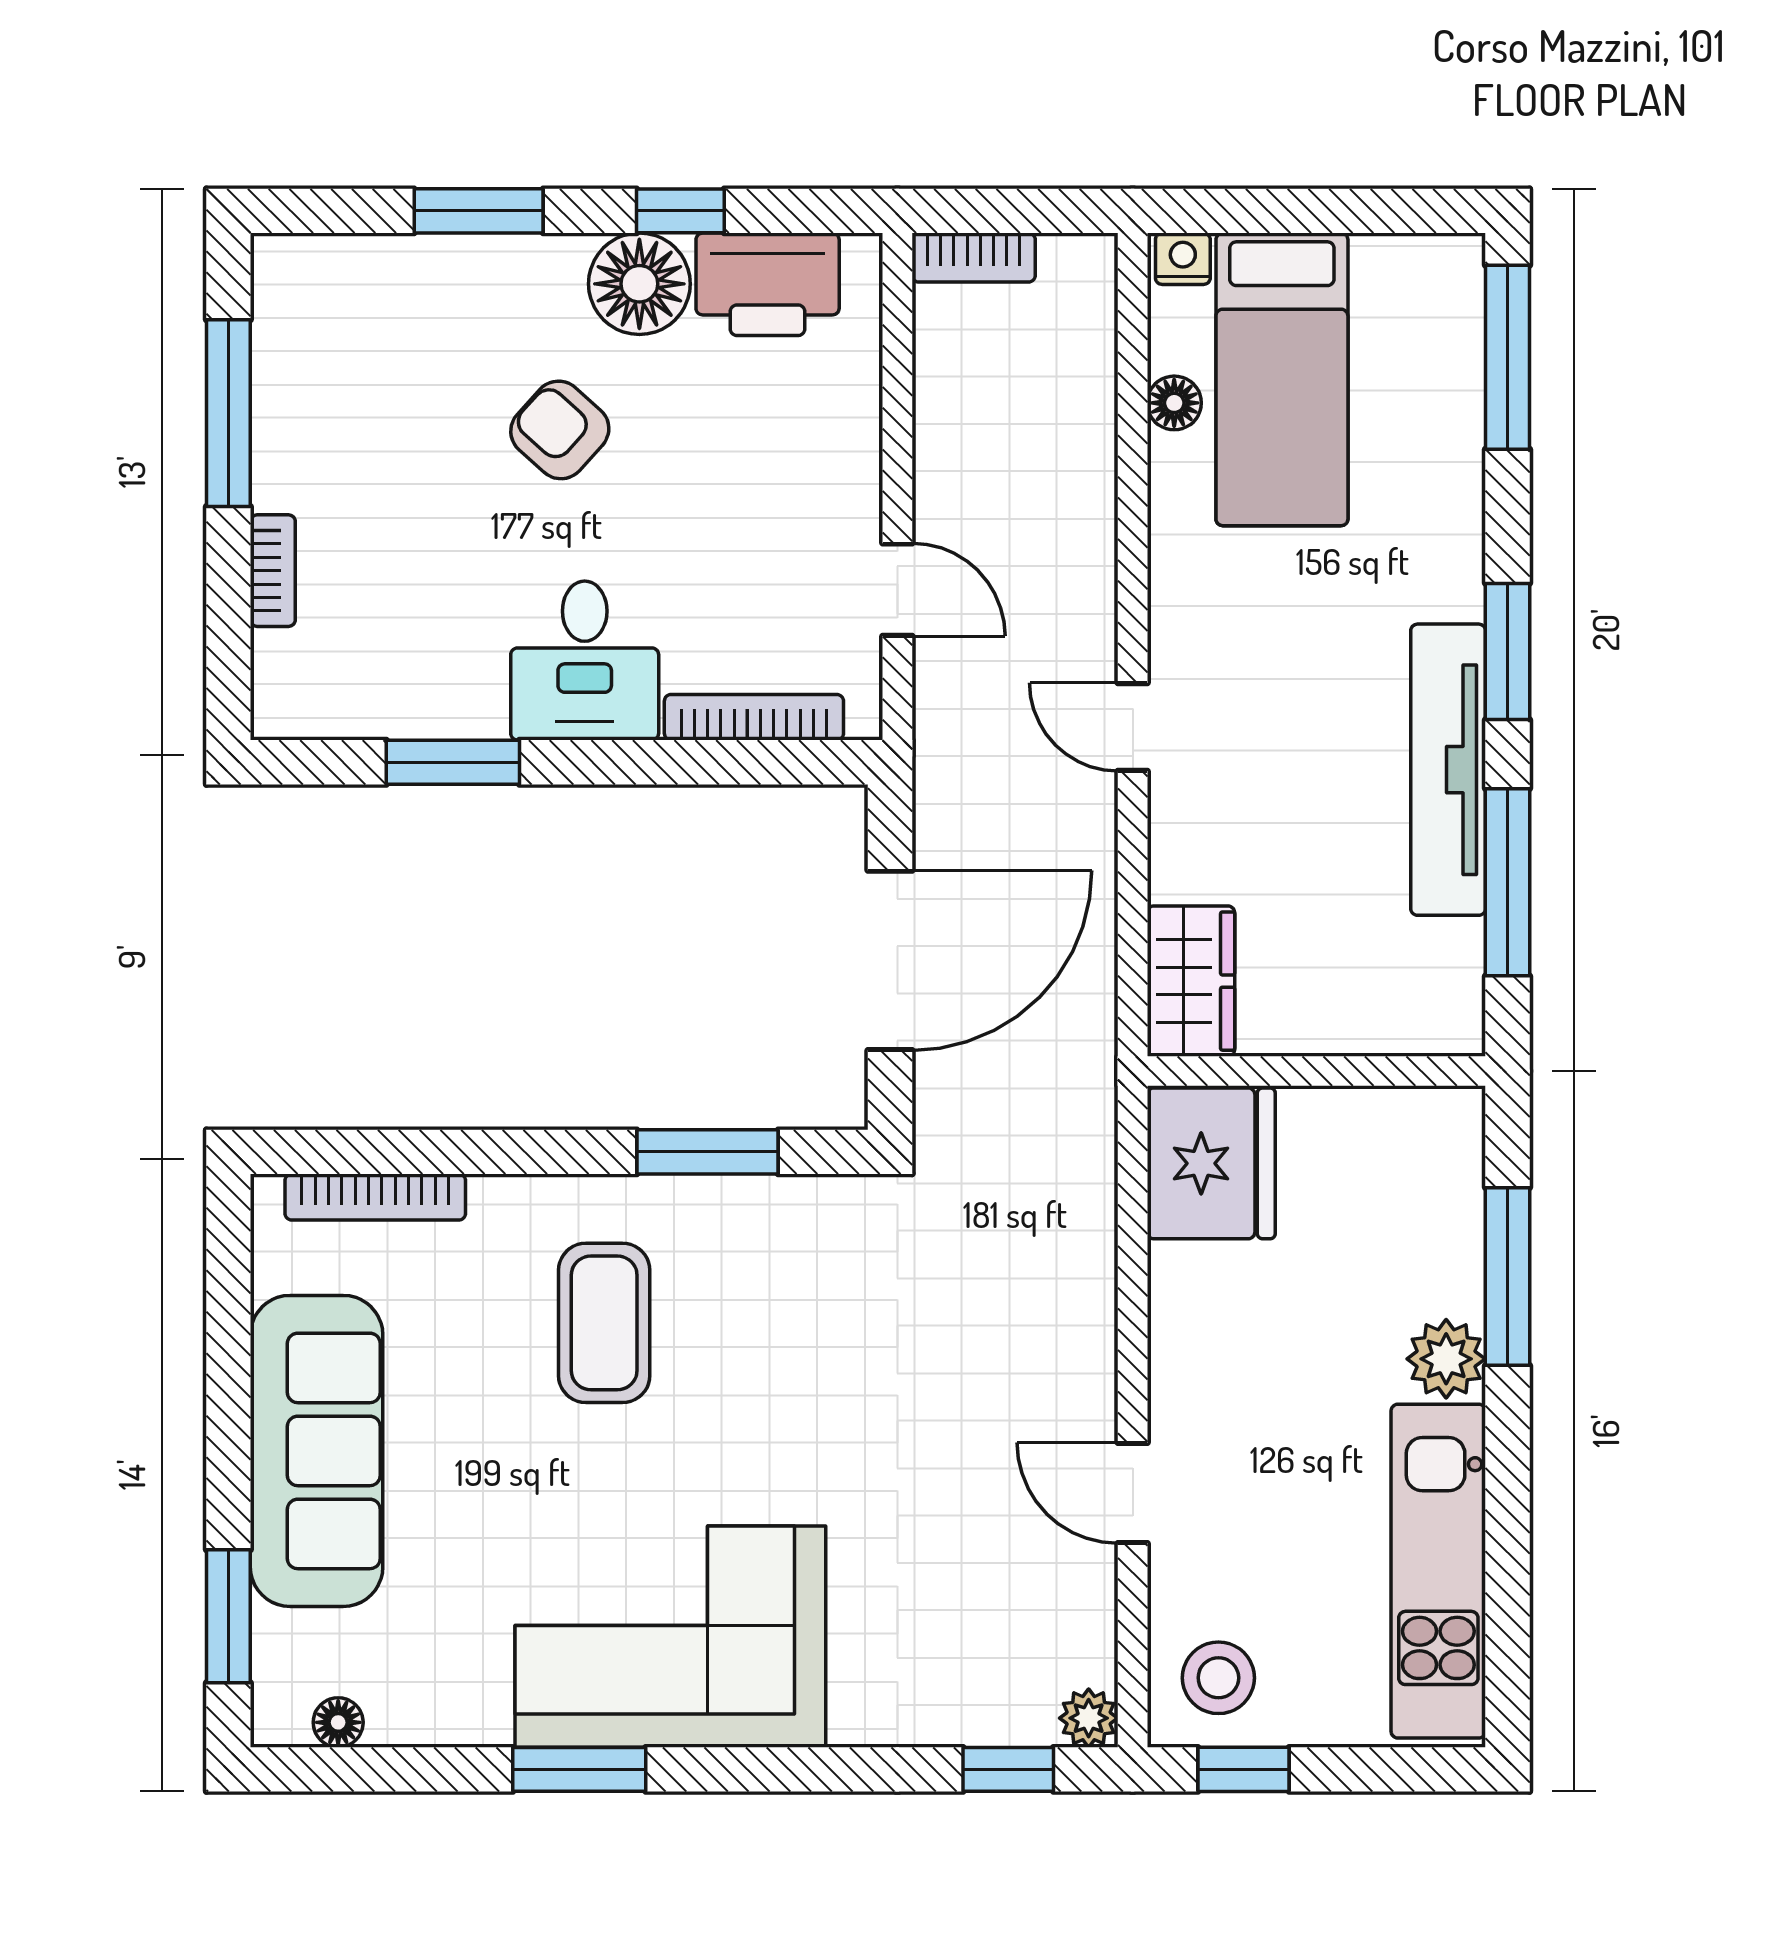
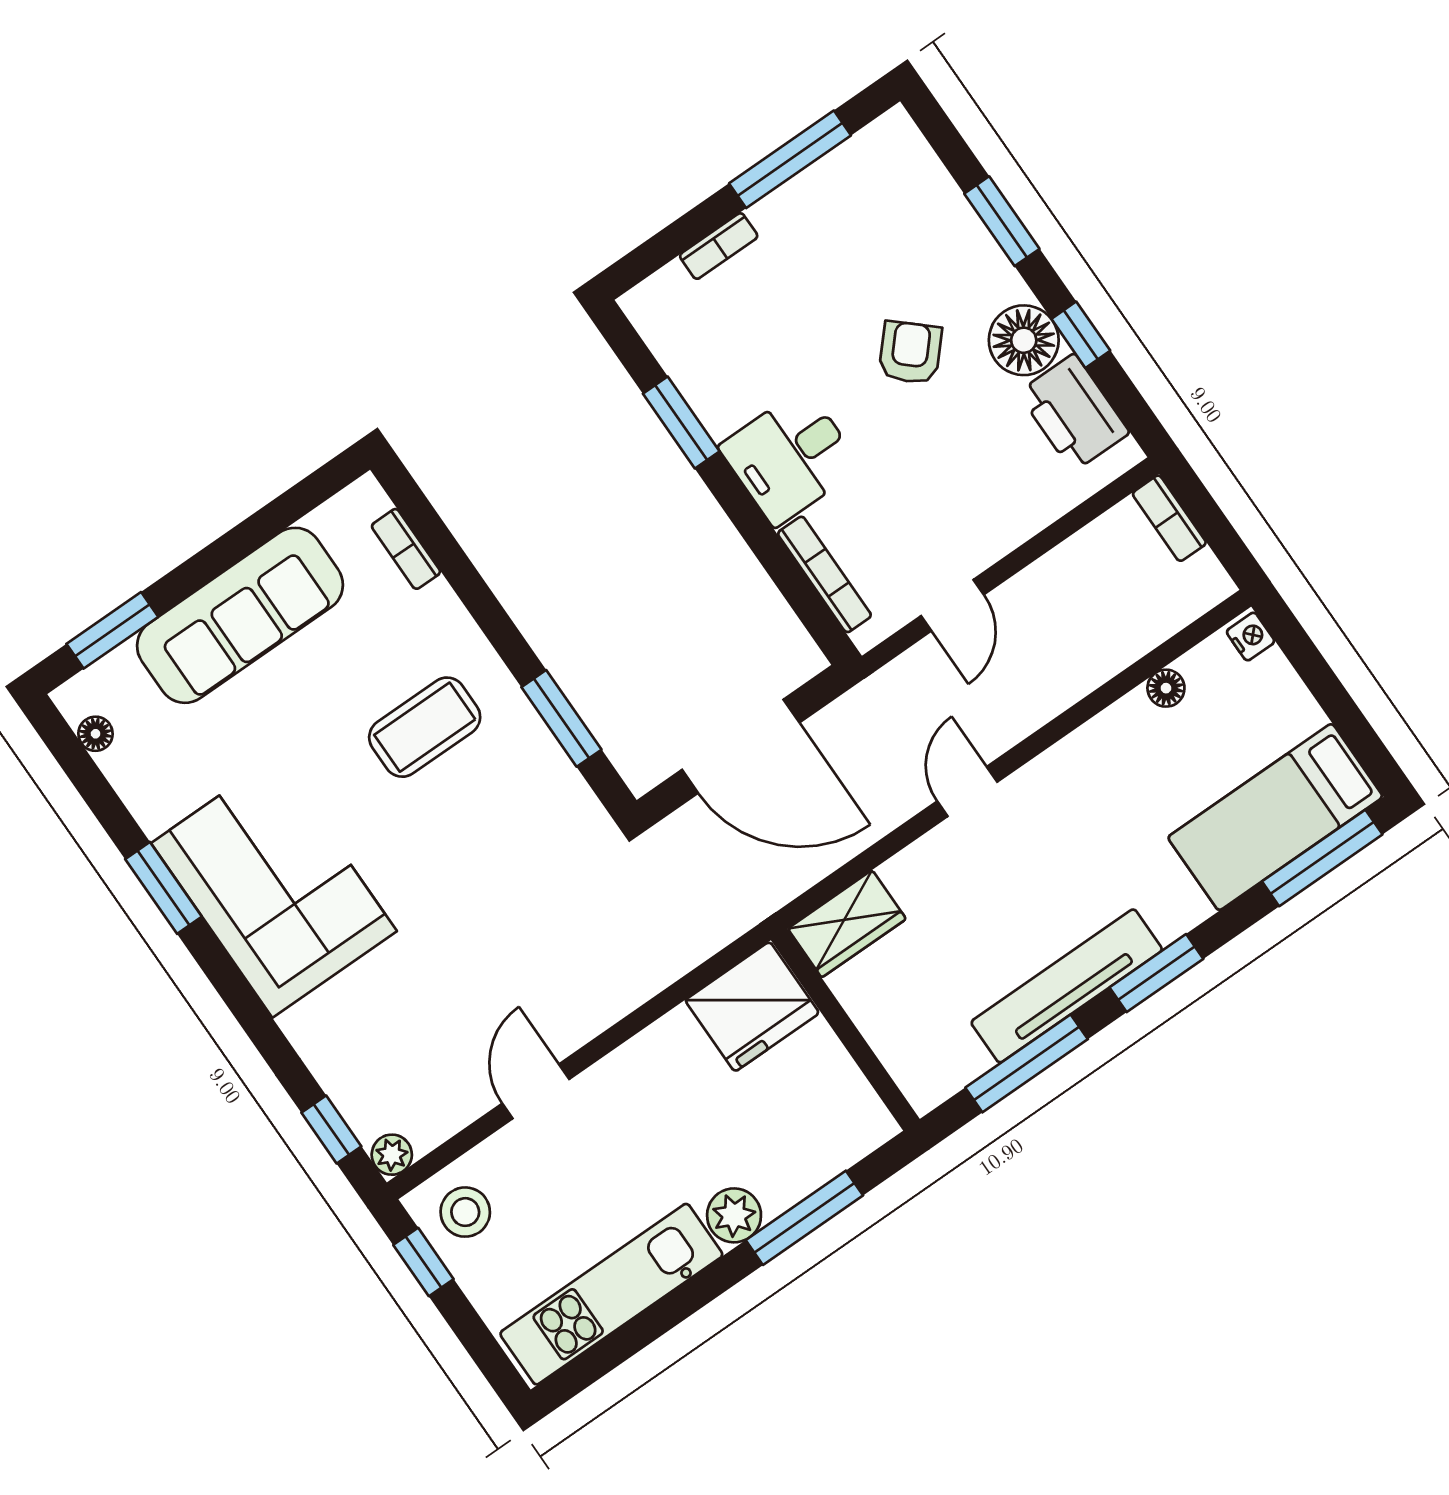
bed: (1282, 379) -> (1275, 817), moved
bookcase: (375, 1197) -> (406, 549), width x0.64

